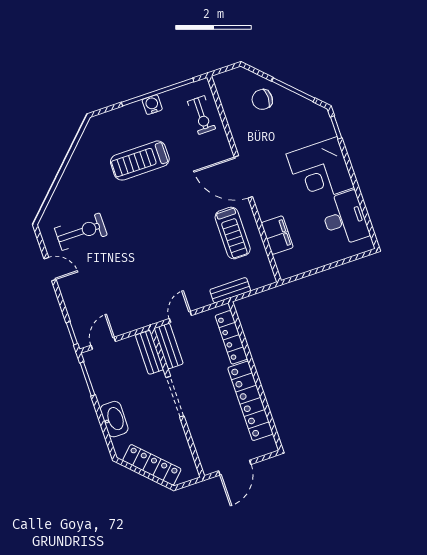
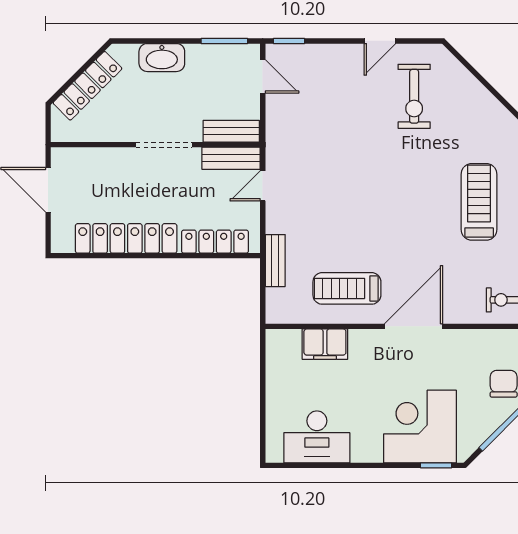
corner desk: (320, 171) -> (420, 427), moved
door: (180, 317) -> (263, 186), swing flipped

